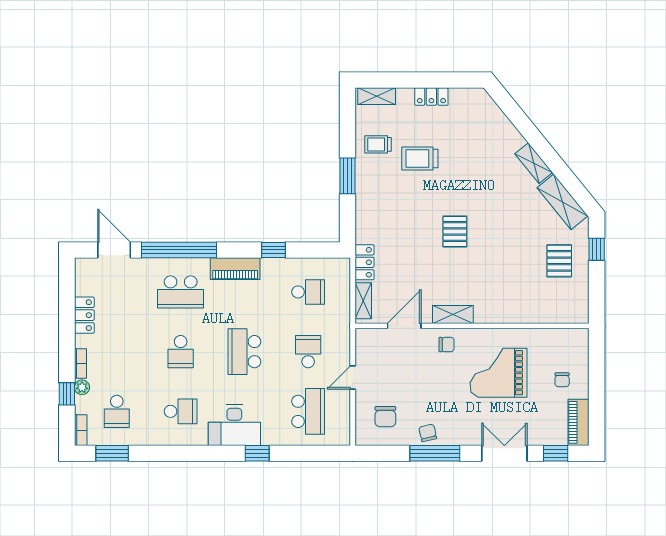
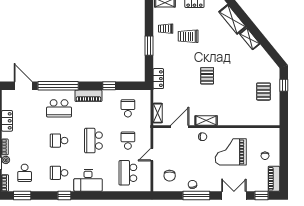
shelving: (562, 202) -> (232, 19), moved
locker: (364, 262) -> (158, 79), moved
school desk: (308, 292) -> (128, 108), turned -90
school desk: (181, 352) -> (59, 141), turned 90
school desk: (181, 411) -> (59, 173), turned 180
school desk: (308, 411) -> (128, 173), turned 180
window: (257, 453) -> (64, 195), moved

